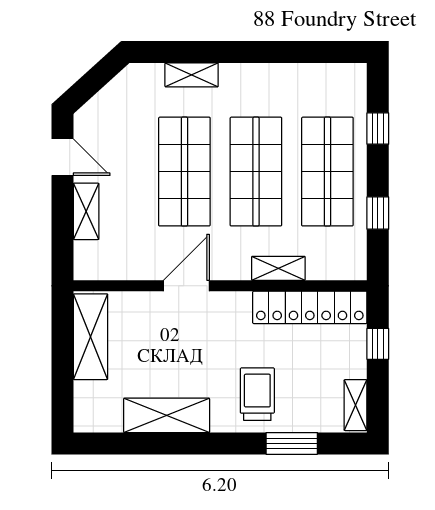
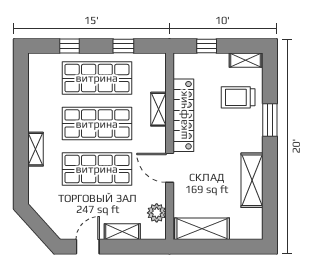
shelving: (192, 75) -> (35, 149), moved
plant: (116, 265) -> (157, 213), added
locker: (310, 307) -> (183, 115), moved
trolley: (257, 394) -> (238, 97), moved
window: (292, 443) -> (270, 120), moved

